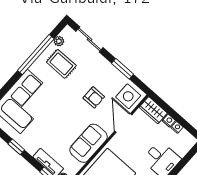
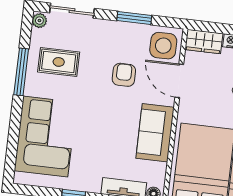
plant: (59, 41) -> (39, 21), moved
window: (36, 55) -> (21, 72), width x0.68
armchair: (94, 97) -> (124, 75), turned -90

